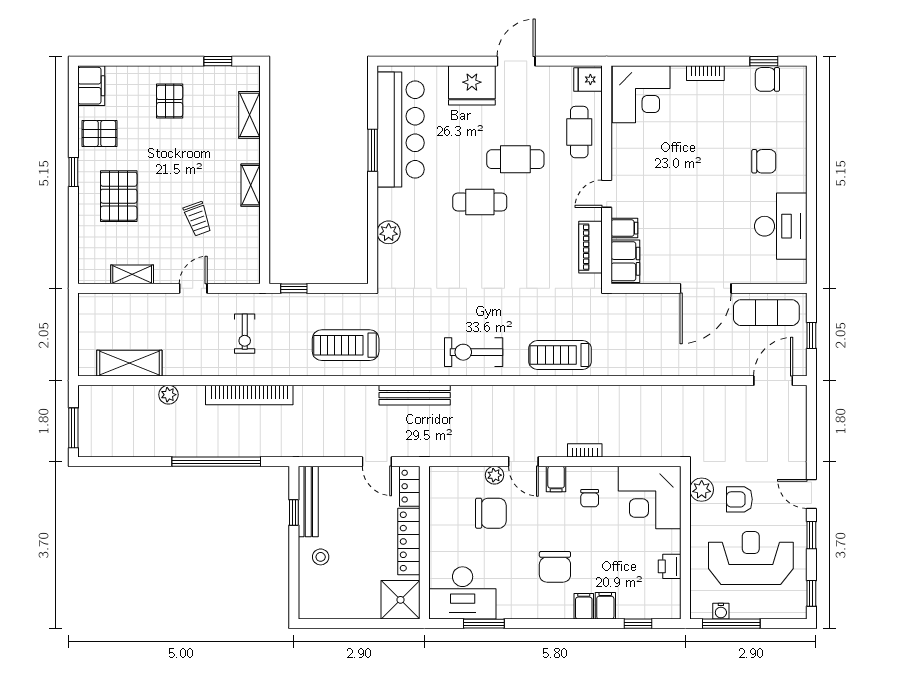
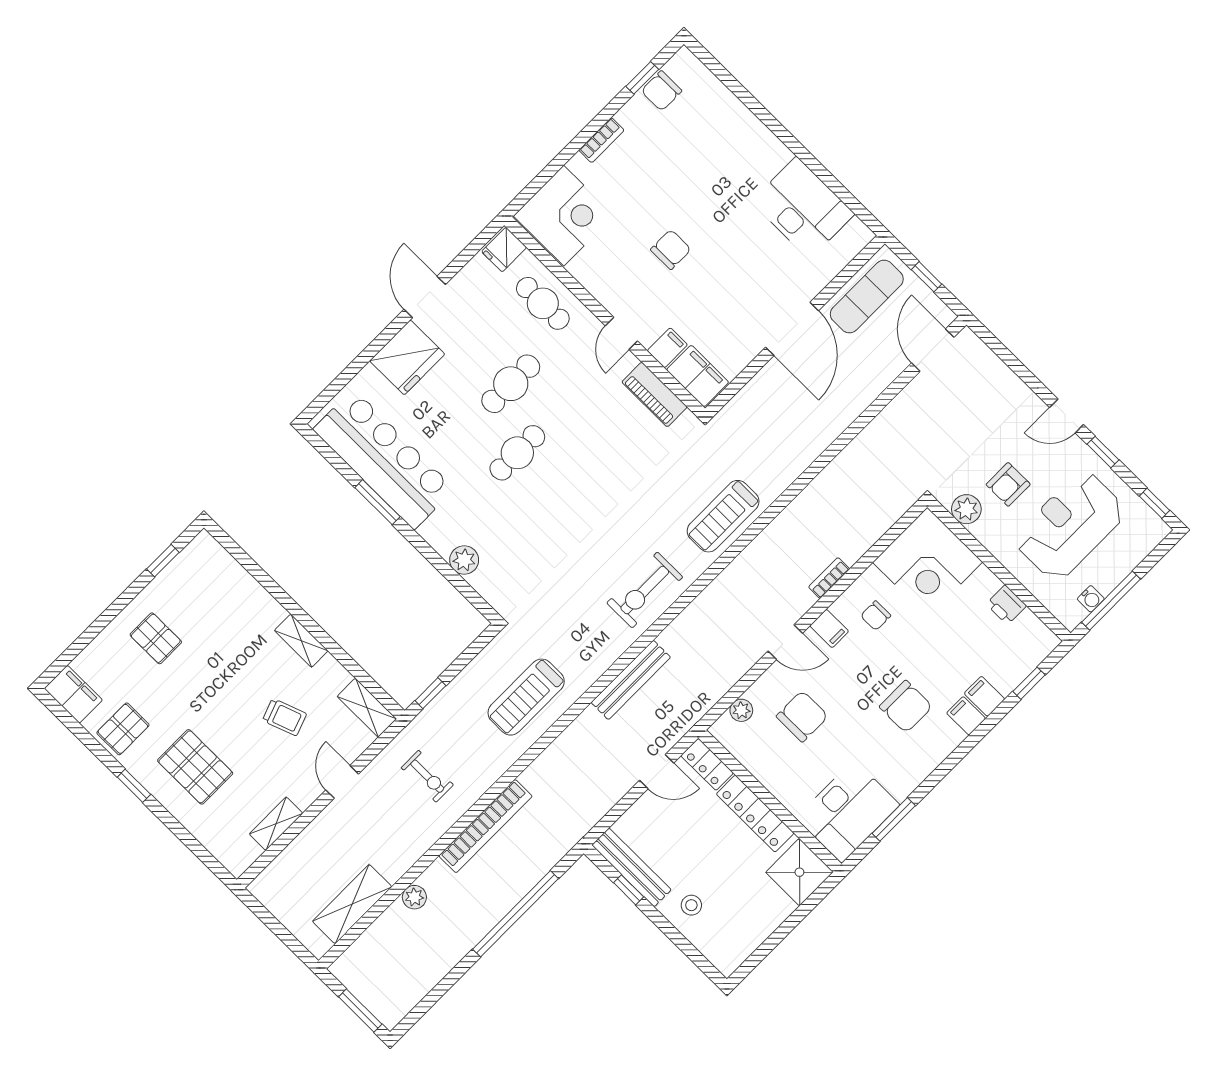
shelving: (250, 115) -> (367, 708), moved
chair: (764, 161) -> (671, 249), moved
plant: (494, 475) -> (741, 710), moved
chair: (590, 498) -> (876, 616), turned 90

